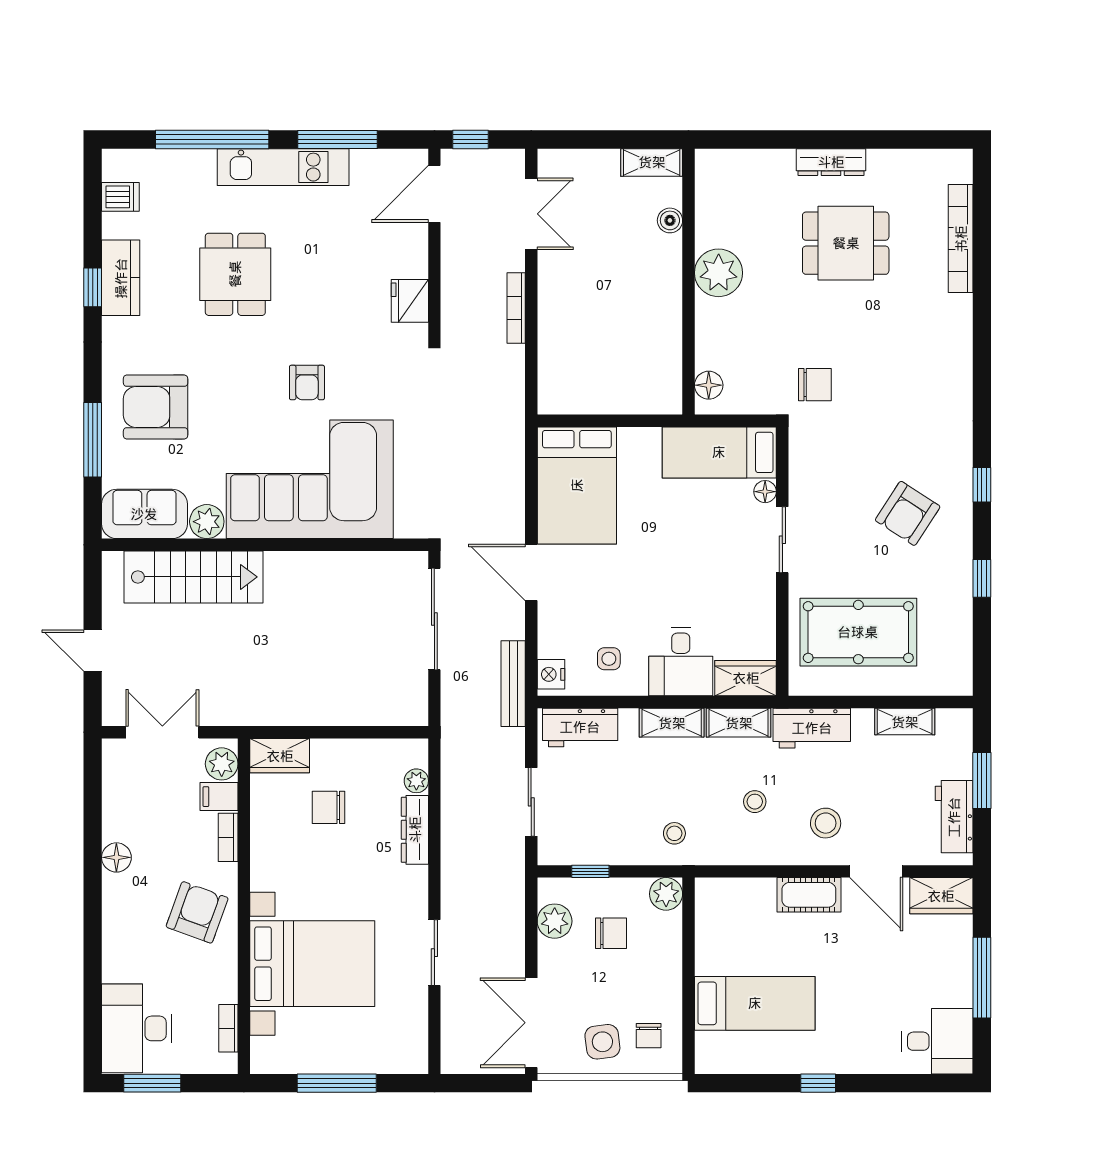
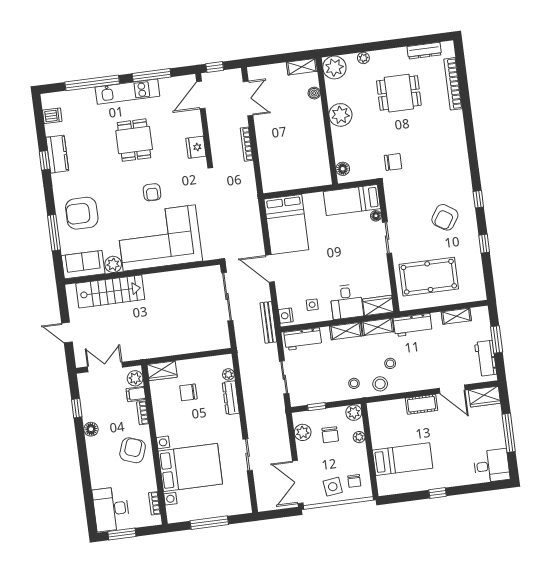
plant: (782, 161) -> (363, 58), added
dresser: (831, 162) -> (424, 51), moved
plant: (719, 173) -> (334, 67), added
dining table: (235, 274) -> (134, 140), moved
window: (93, 810) -> (77, 408), added
stool: (826, 823) -> (380, 384), moved
chair: (611, 933) -> (330, 435), turned 90
plant: (671, 946) -> (359, 437), added

